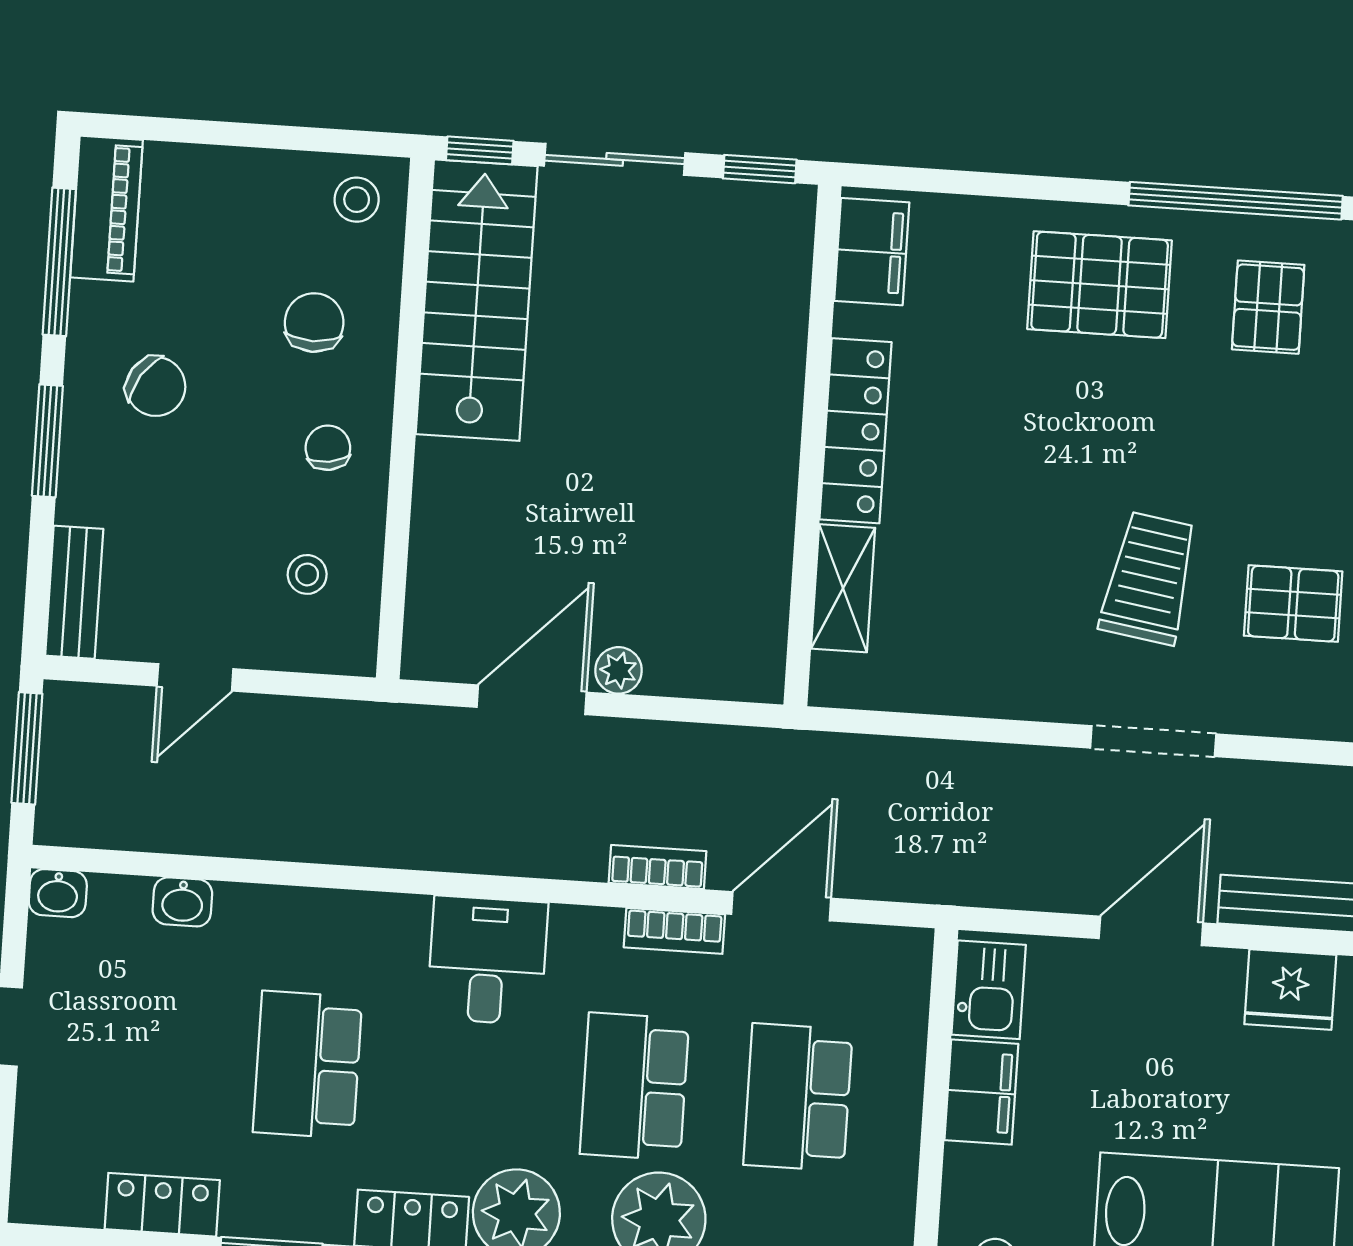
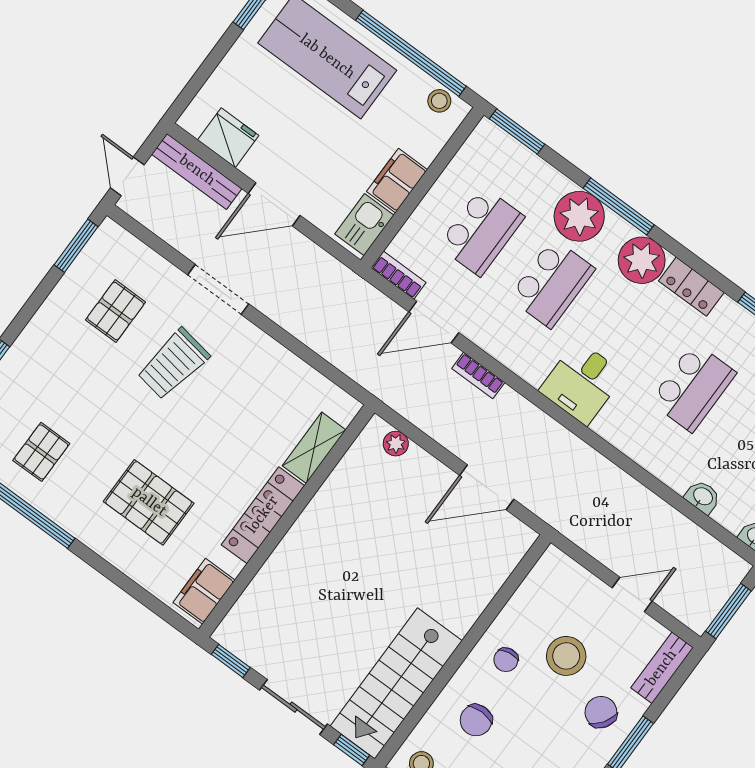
pallet: (1100, 285) -> (149, 502), moved
chair: (156, 387) -> (601, 712), moved
stool: (307, 574) -> (566, 656), moved, width x1.89, depth x1.89
pallet: (1293, 604) -> (116, 311), turned 90
plant: (619, 670) -> (396, 444), moved
bookcase: (674, 931) -> (398, 275), moved

